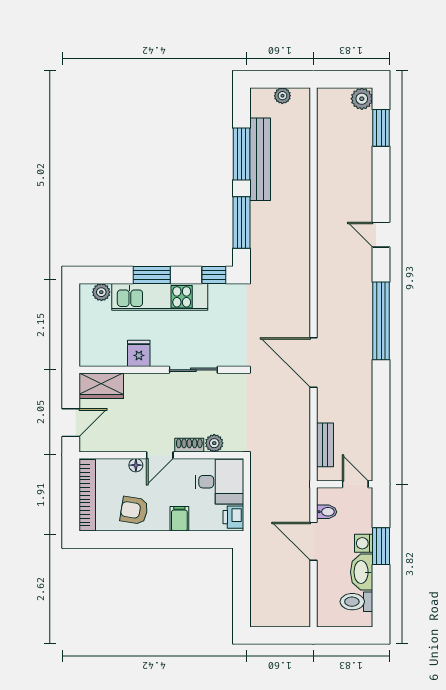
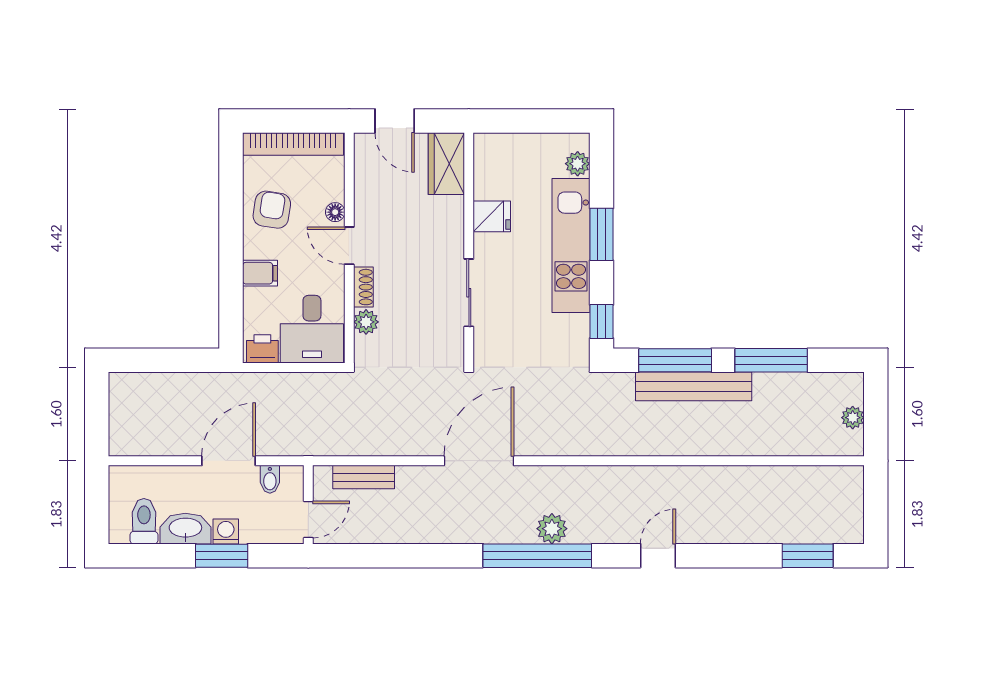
plant: (362, 99) -> (552, 529), moved
bench: (260, 159) -> (694, 386), moved

